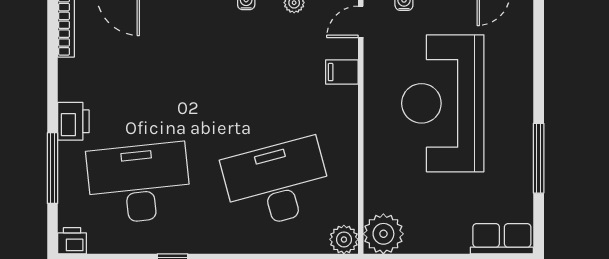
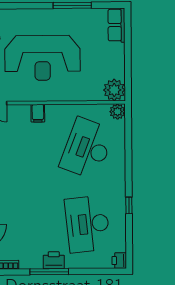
filing cabinet: (342, 72) -> (38, 113), moved
window: (53, 168) -> (49, 272), moved
desk: (277, 183) -> (87, 148), turned 36

